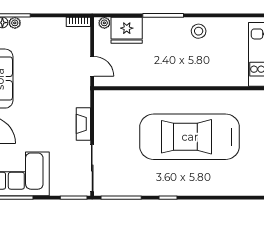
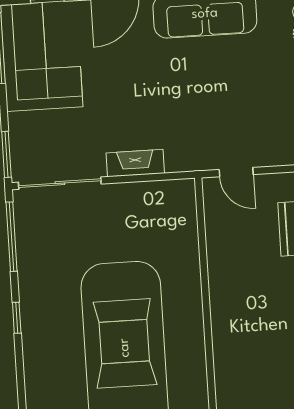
door: (92, 66) -> (236, 172), hinge flipped

